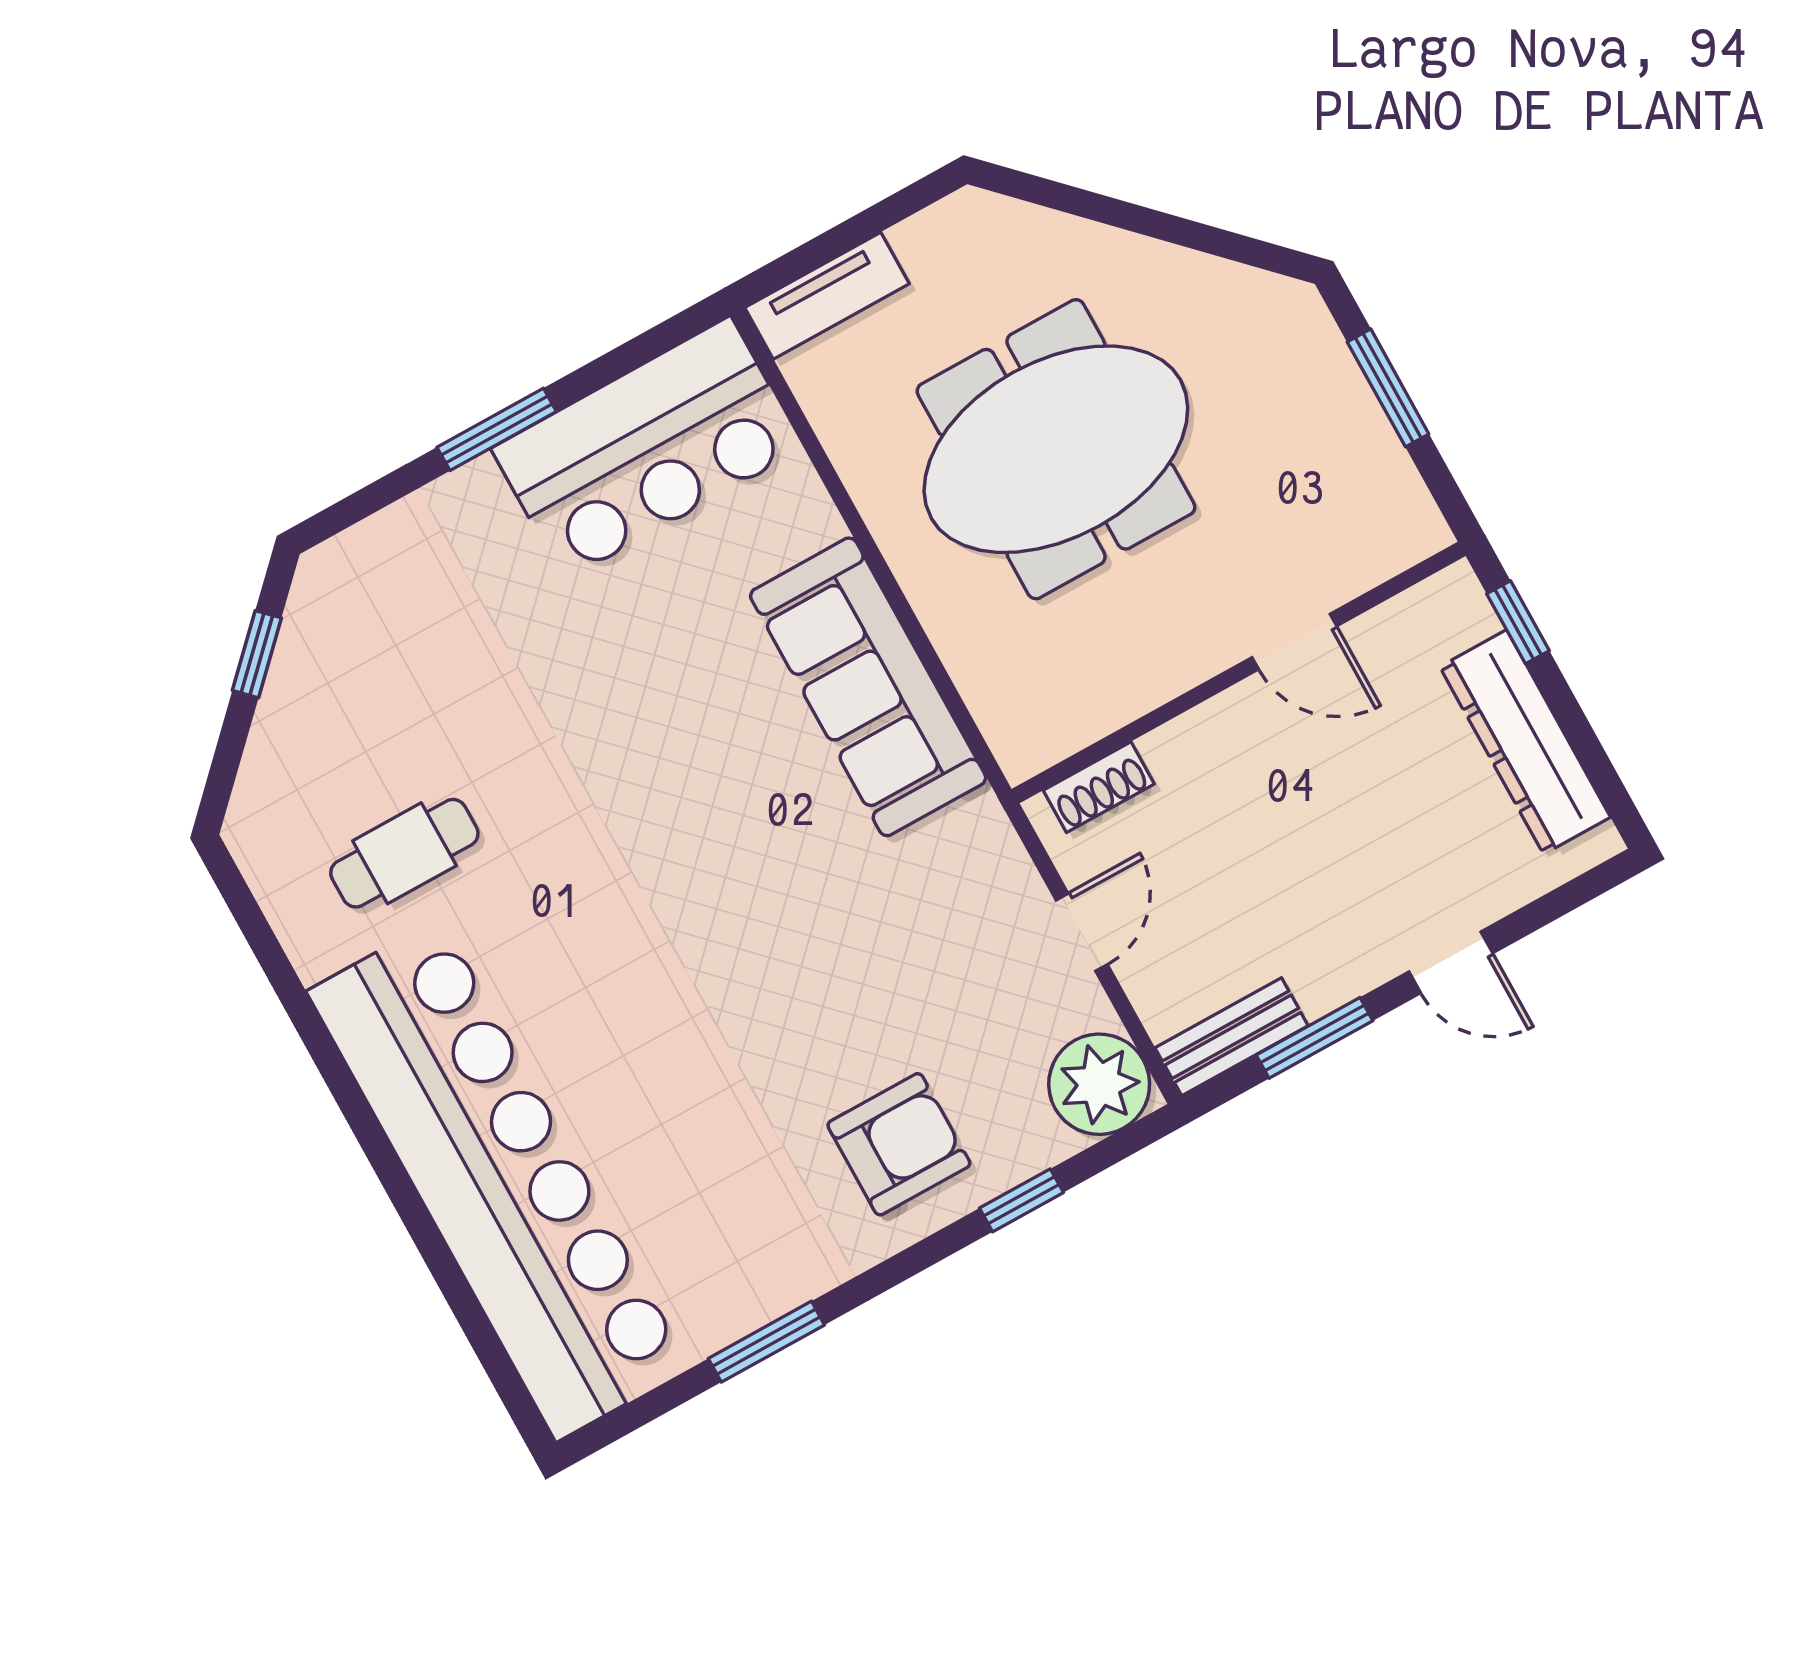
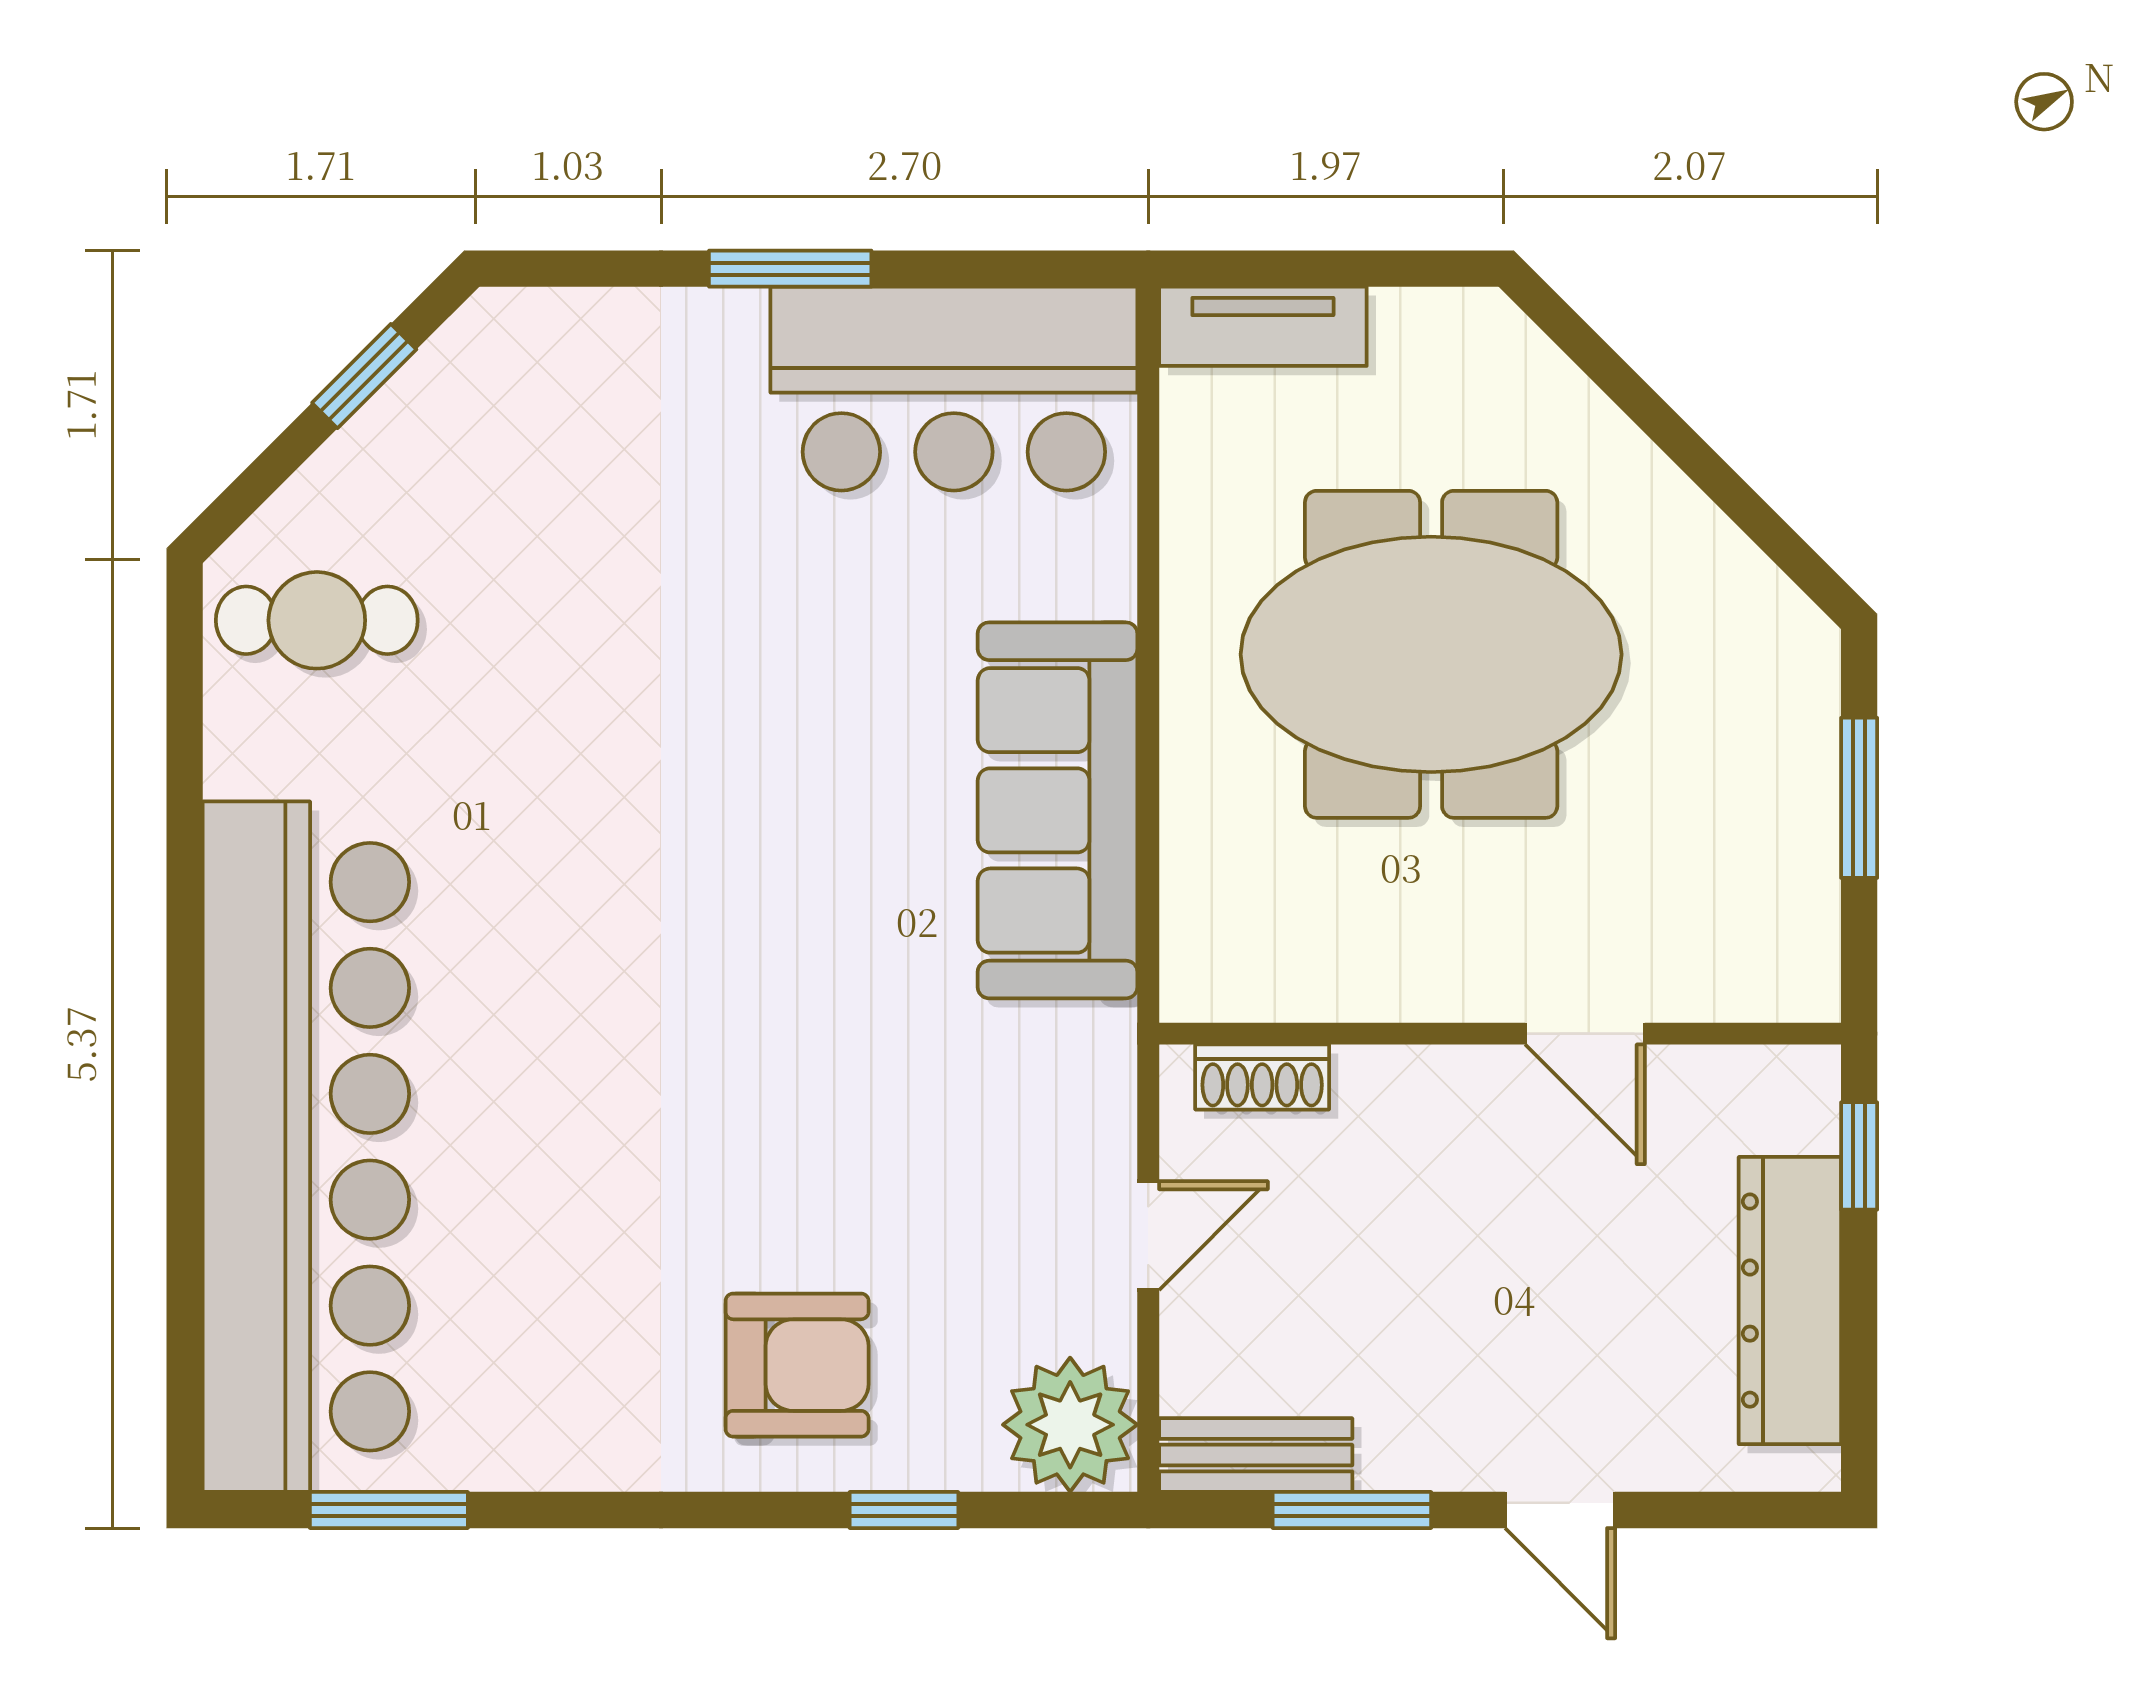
cafe table: (404, 853) -> (317, 620), moved
window: (766, 1342) -> (389, 1510), moved

